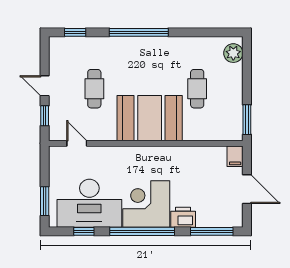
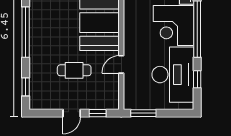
door: (77, 143) -> (121, 64), moved
window: (45, 201) -> (143, 113), moved

